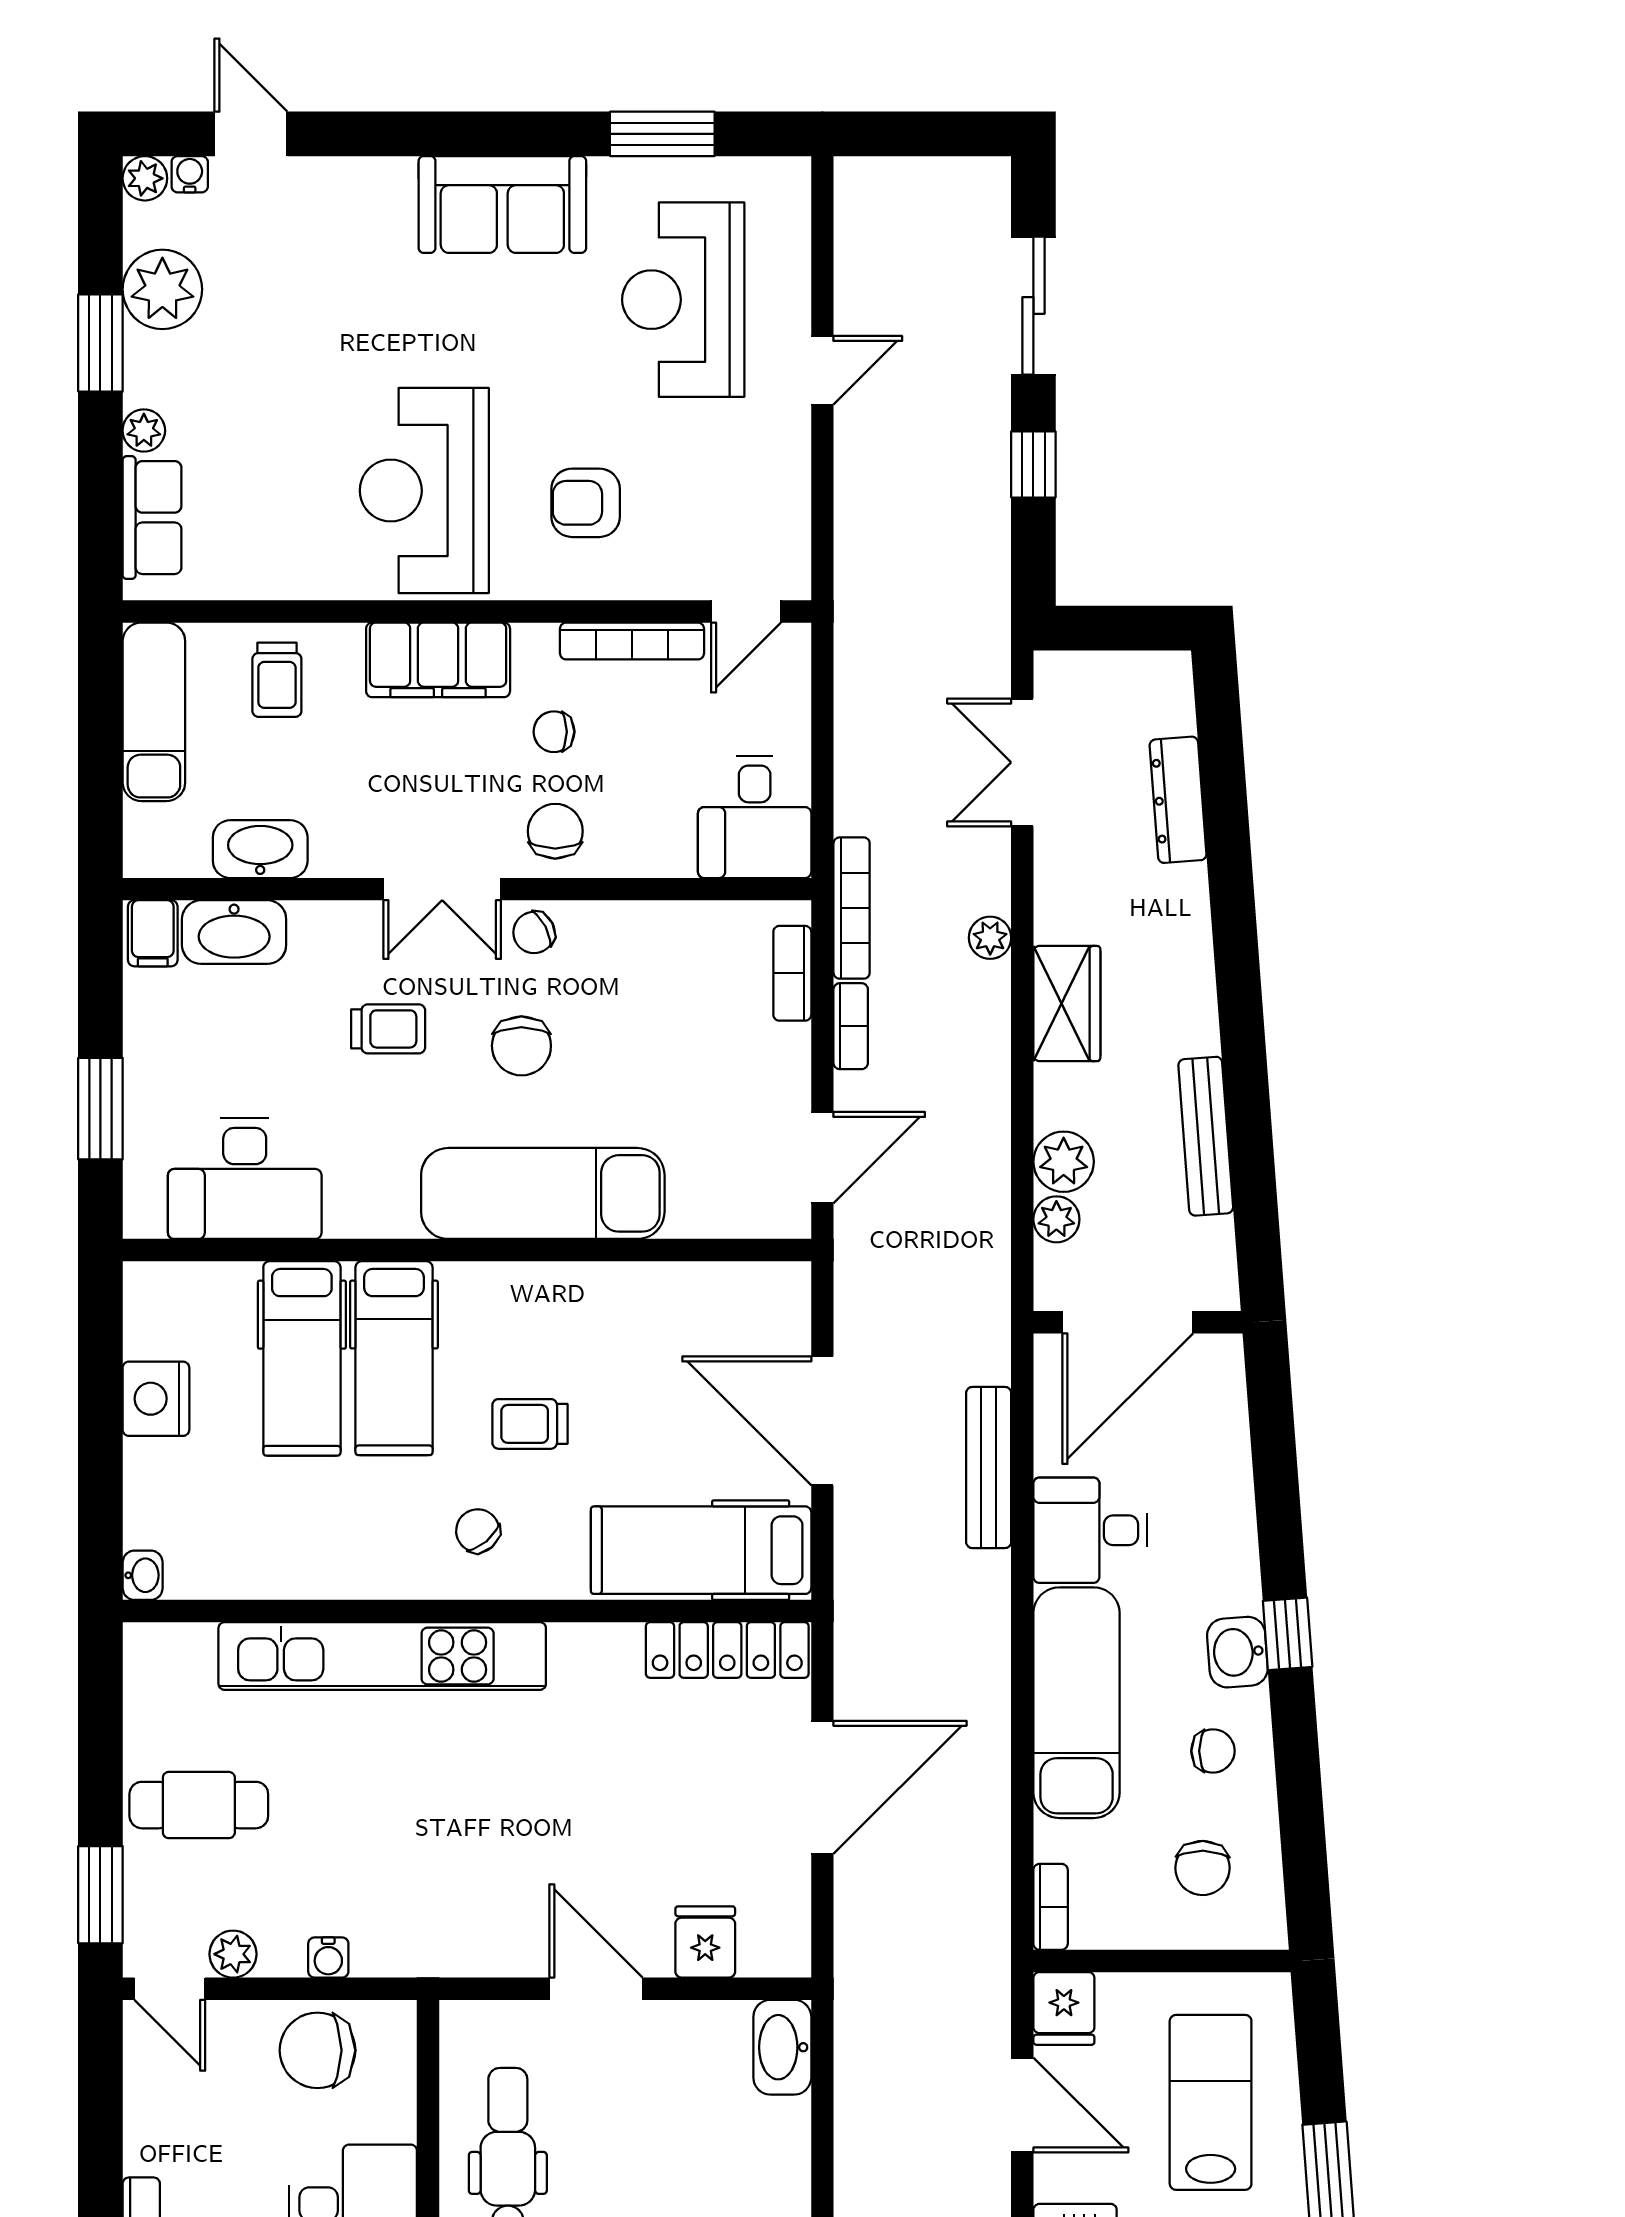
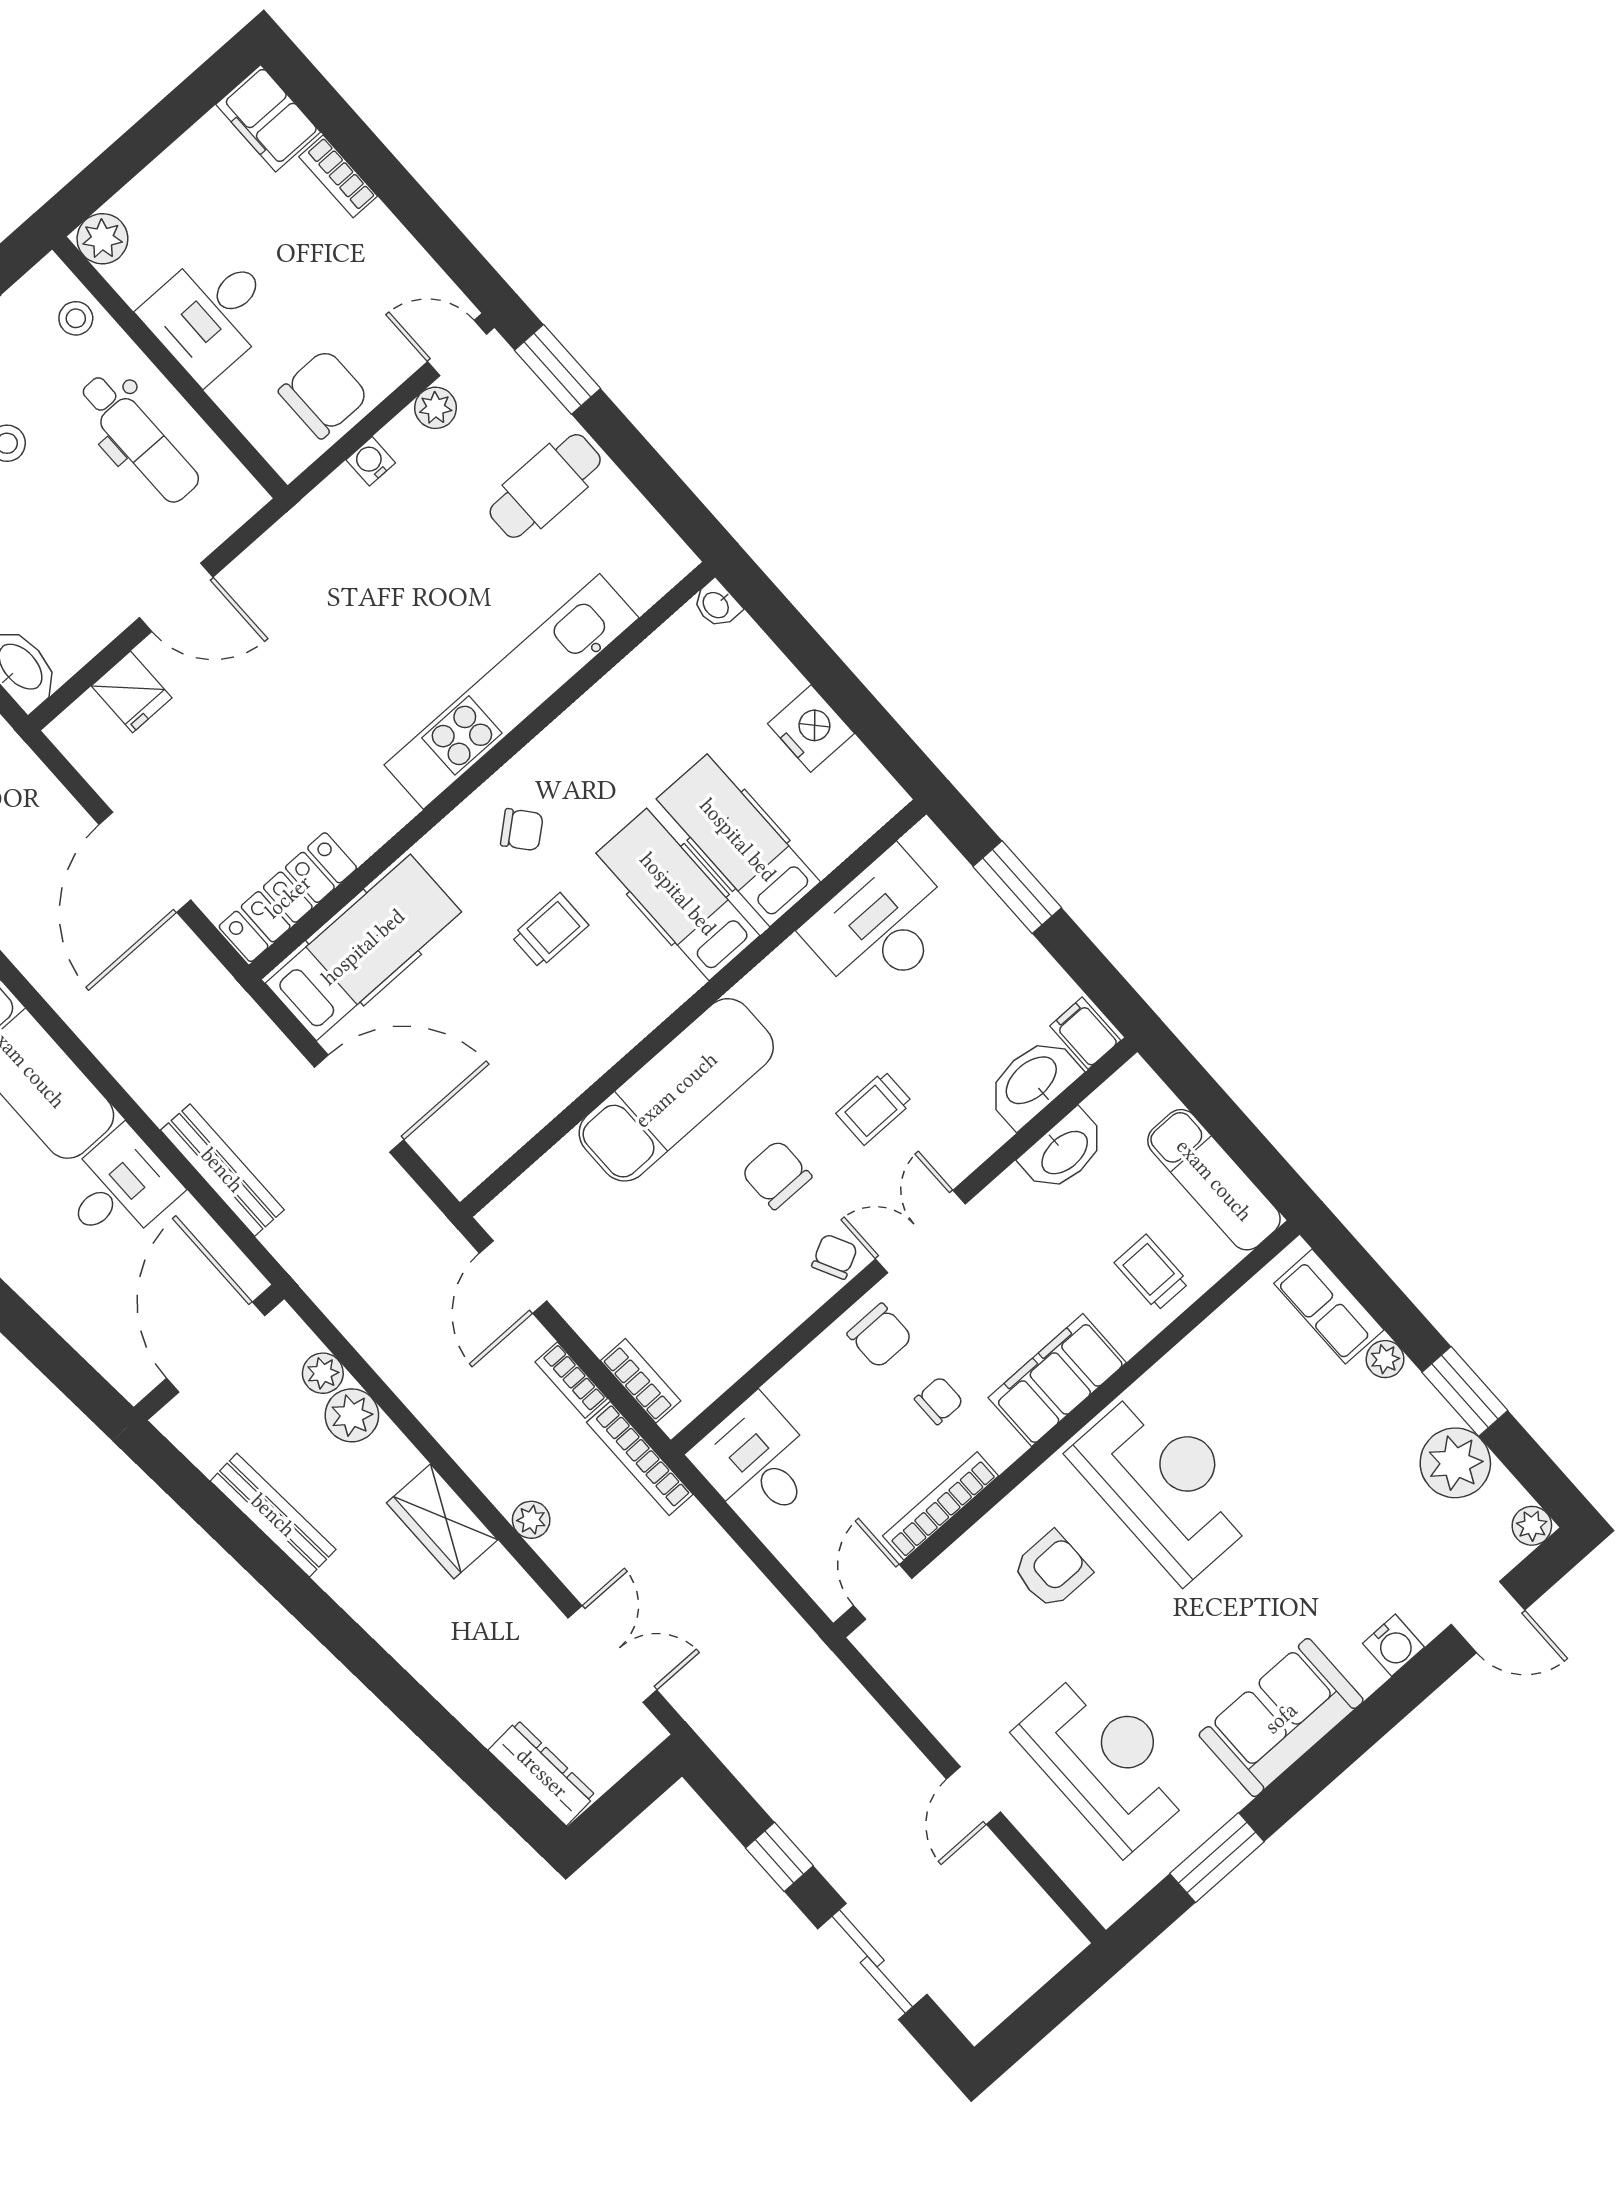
water cooler: (190, 174) -> (1394, 1645), moved, width x1.38, depth x1.38
dresser: (1178, 800) -> (542, 1773), moved

